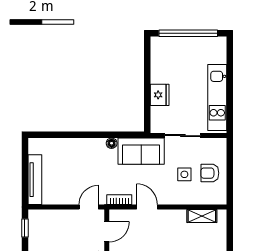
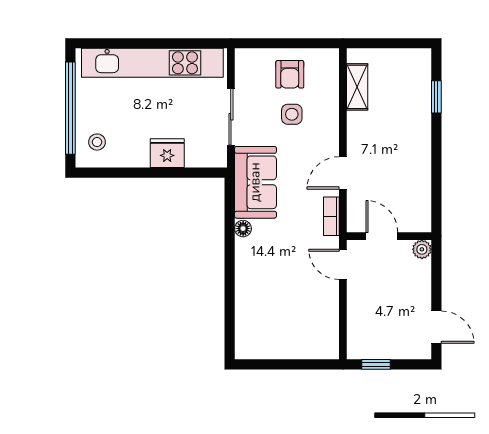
stool: (167, 50) -> (97, 142), added
kitchen unit: (217, 98) -> (152, 63), width x1.36
tv unit: (35, 180) -> (300, 349), removed

